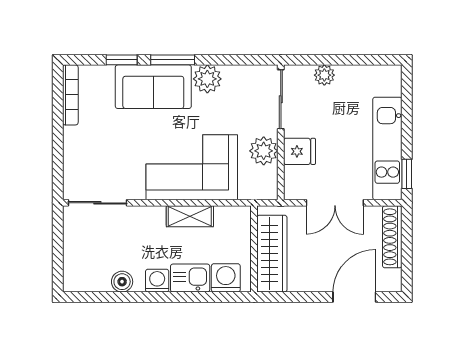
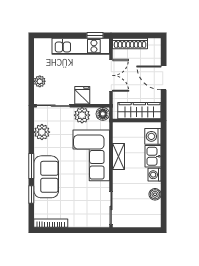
plant: (207, 79) -> (42, 132), moved
floor lamp: (266, 188) -> (103, 114), added
door: (354, 297) -> (164, 78), moved

